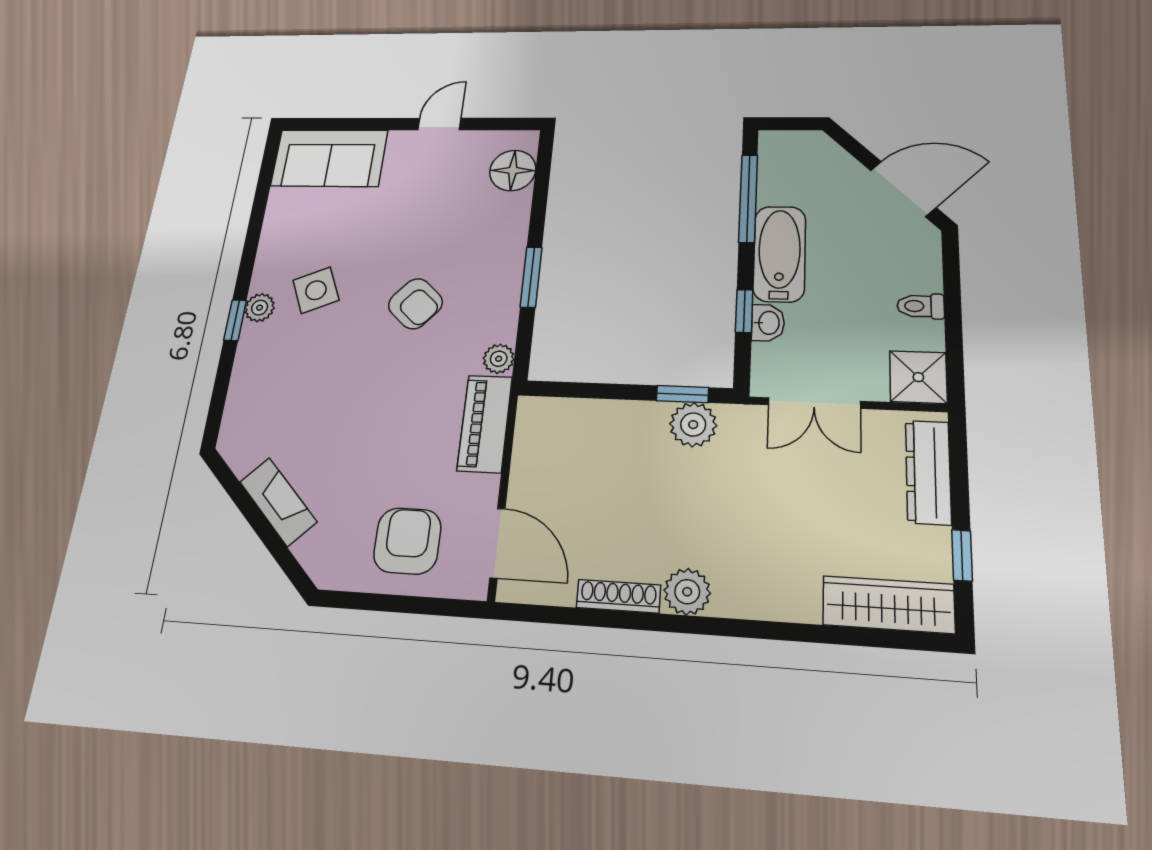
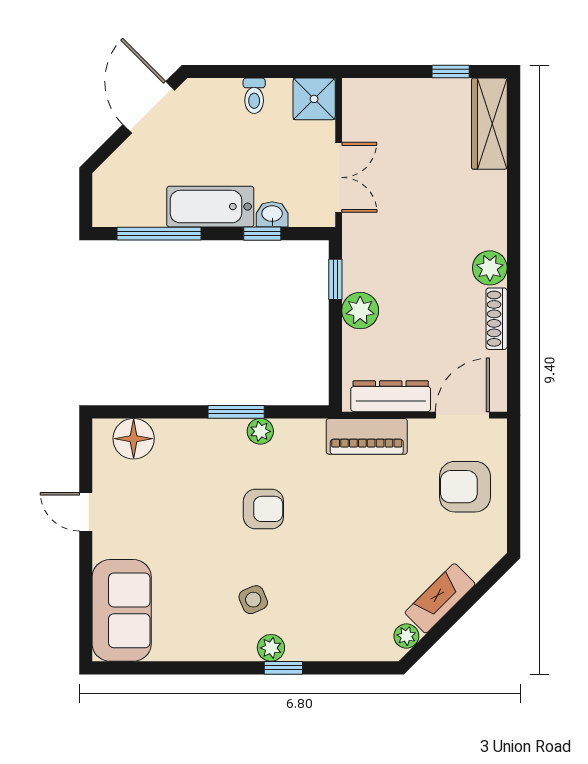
side table: (316, 290) -> (253, 600), width x0.73, depth x0.73
armchair: (415, 304) -> (263, 509), turned 48
plant: (499, 359) -> (260, 431), moved
plant: (693, 425) -> (360, 311), moved
plant: (242, 459) -> (406, 636), added
dresser: (928, 472) -> (391, 396), moved, turned 180

